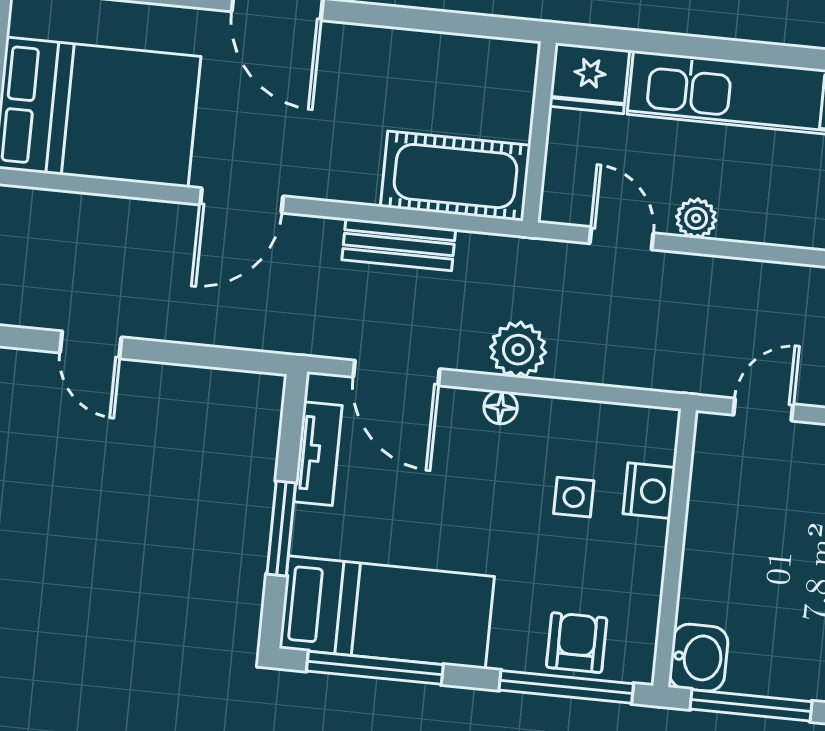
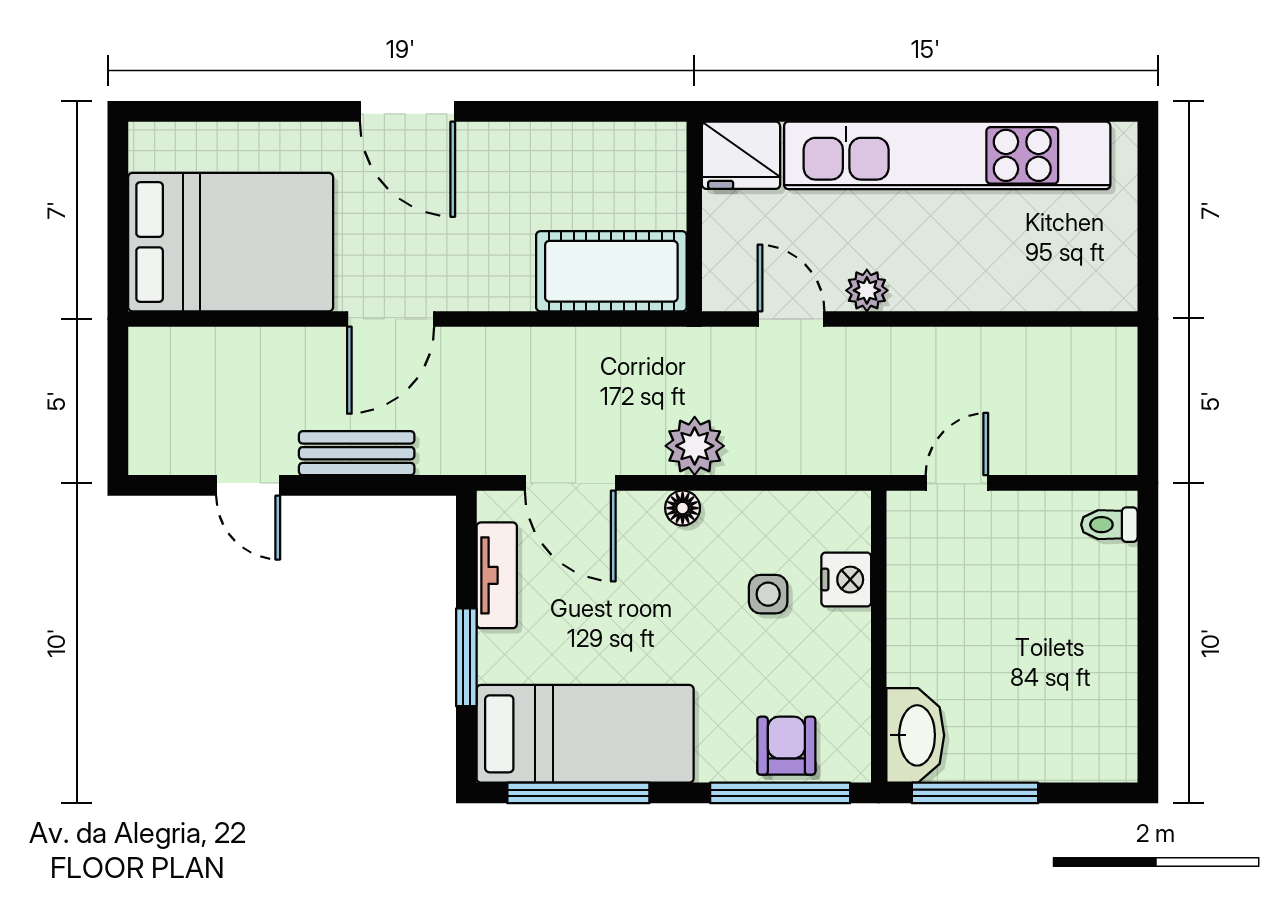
bench: (399, 245) -> (357, 453), moved
washbasin: (699, 658) -> (915, 735), width x1.38

